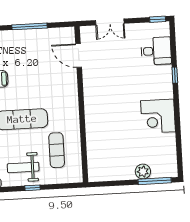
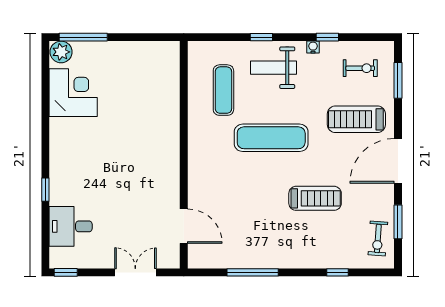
corner desk: (158, 116) -> (73, 93), moved
weight bench: (23, 167) -> (274, 68), turned 180
plant: (143, 172) -> (61, 52), moved

